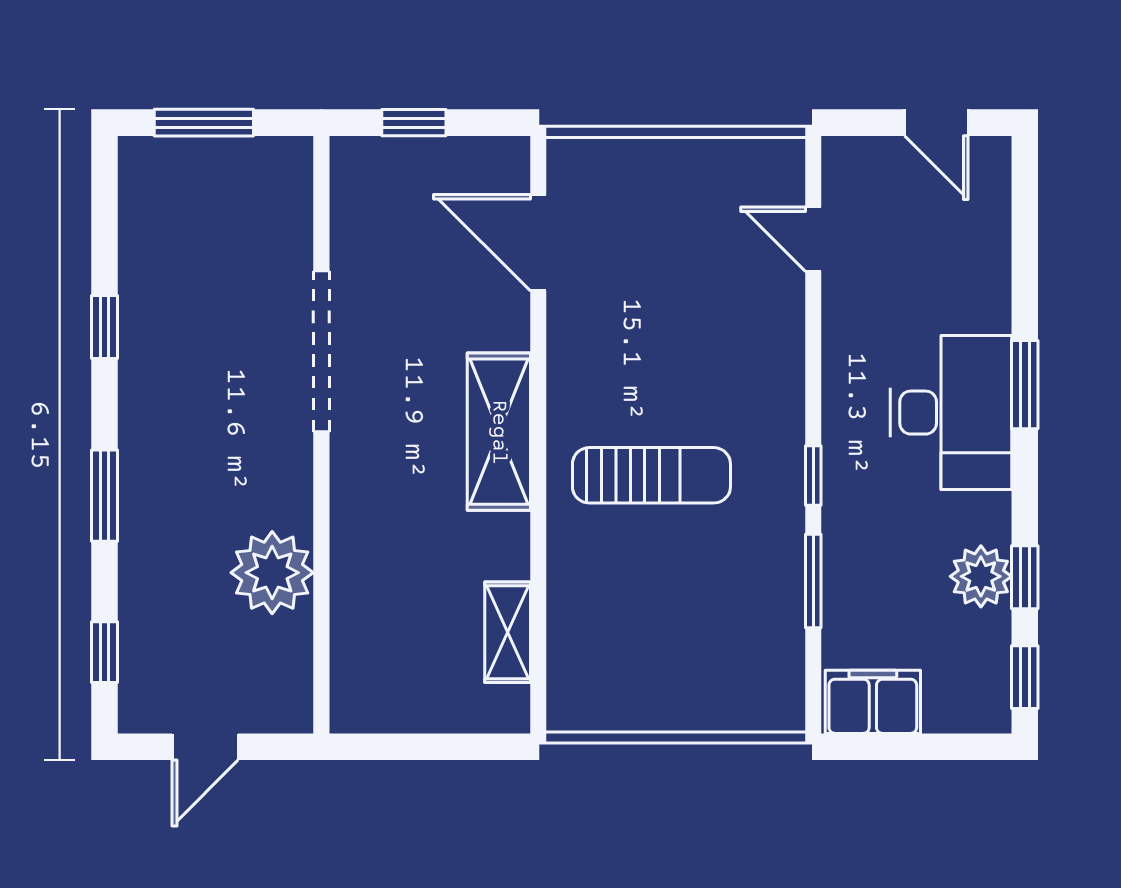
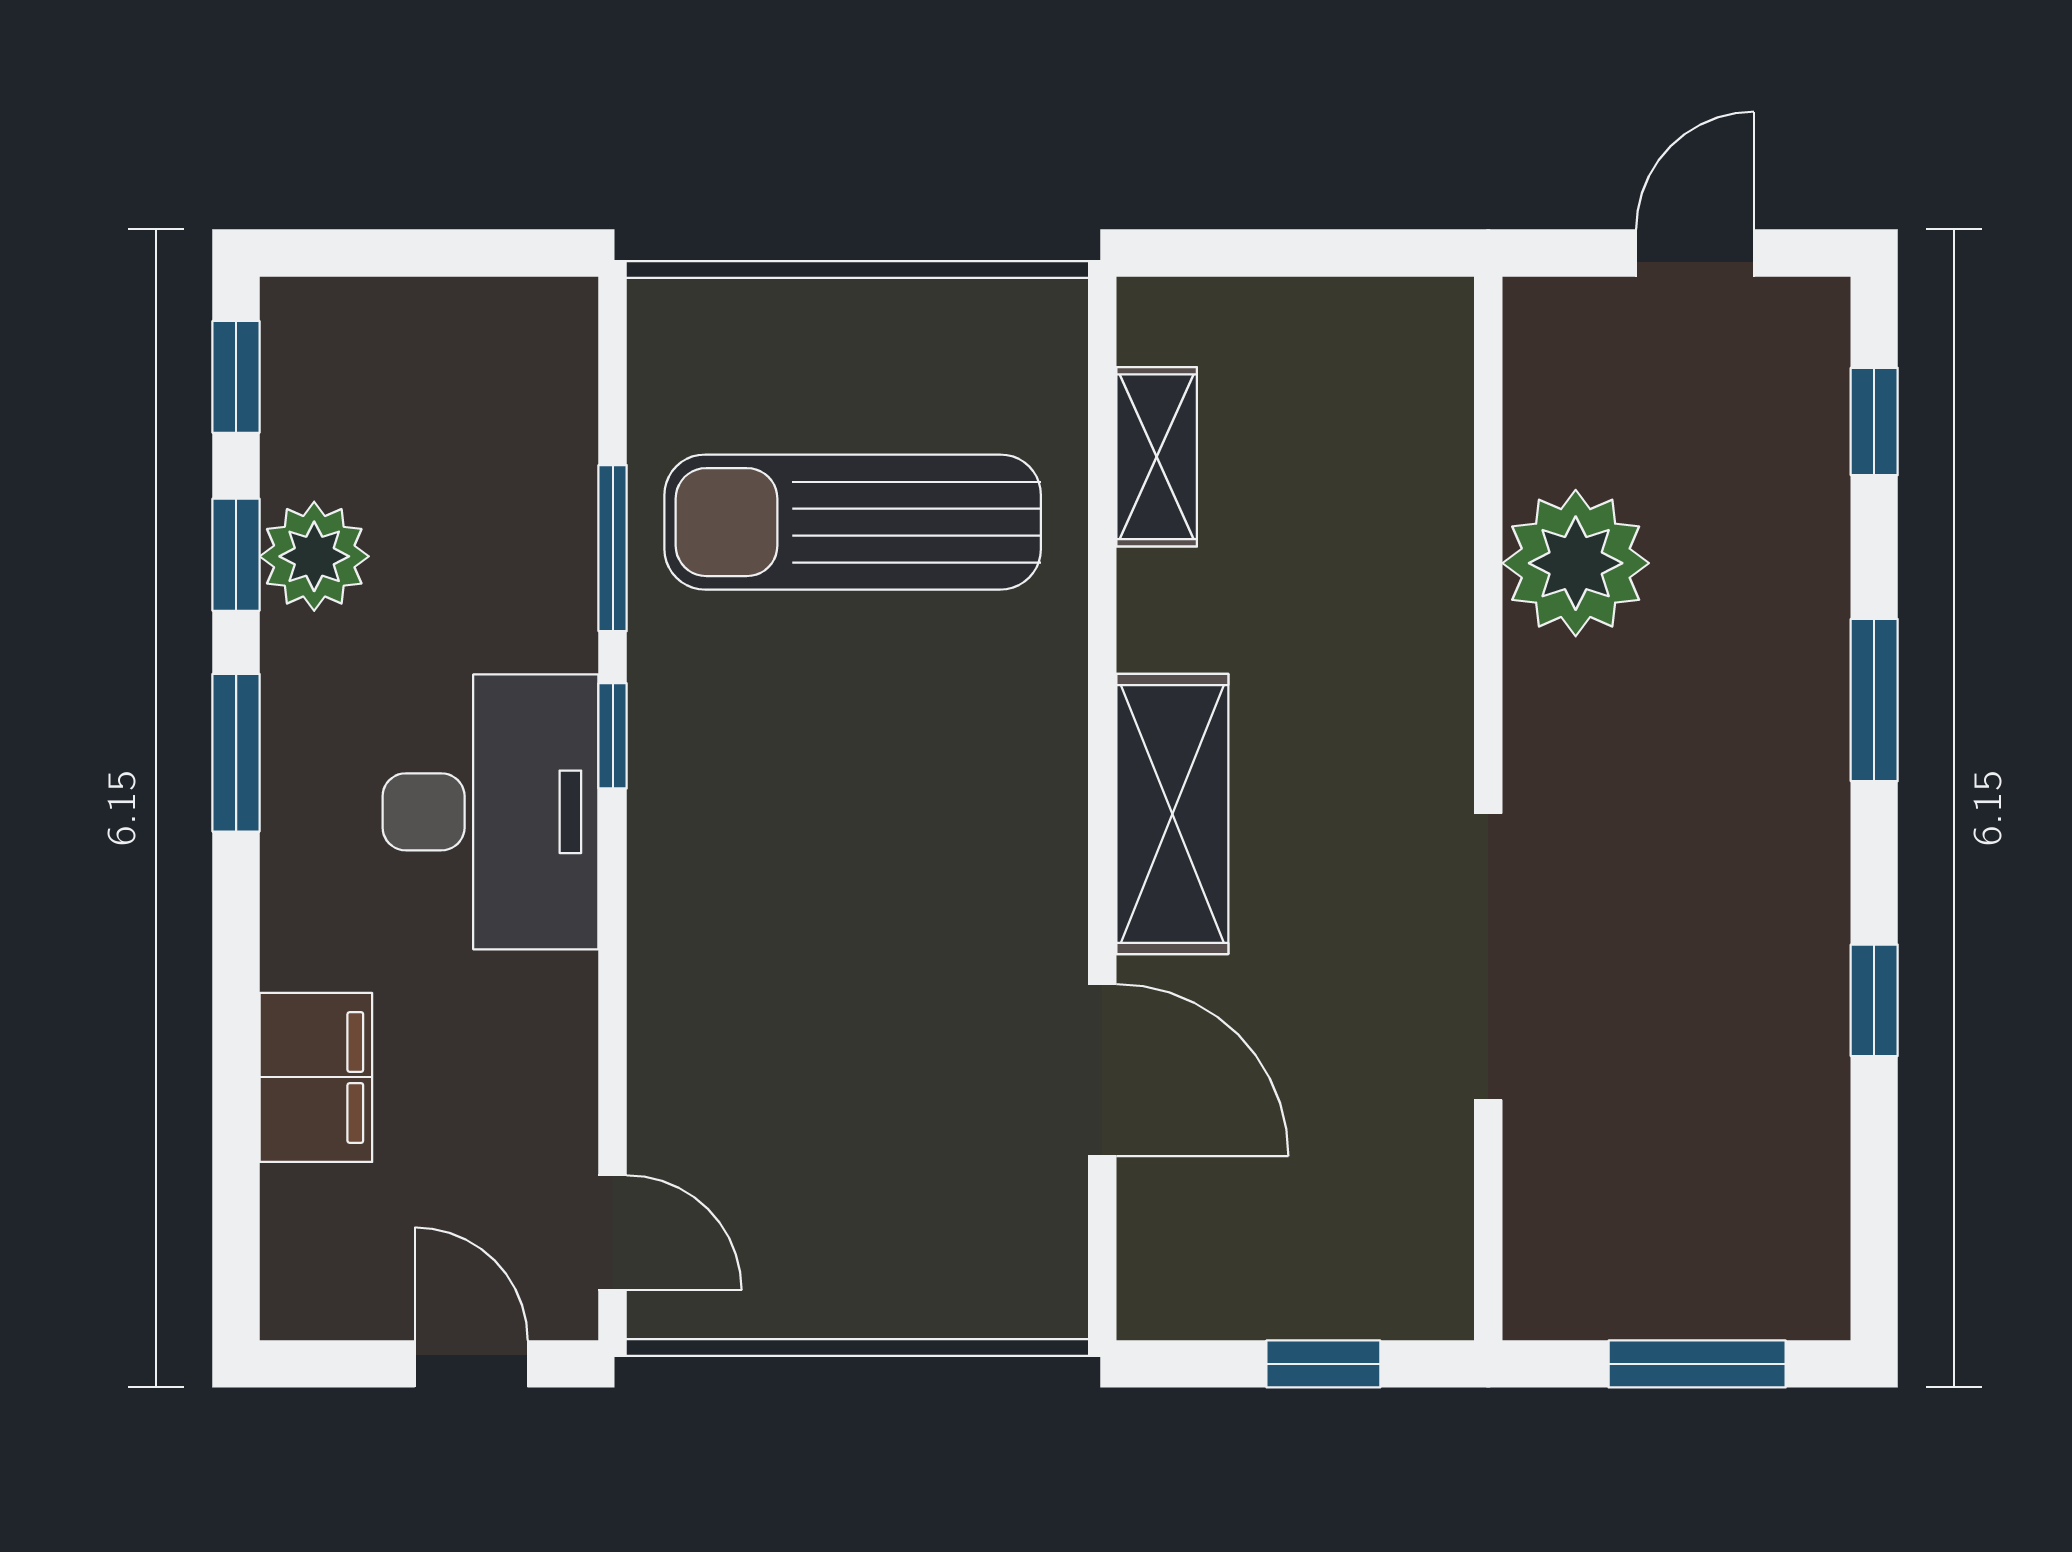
door: (936, 123) -> (471, 1364), moved
door: (813, 239) -> (613, 1233), moved
door: (538, 243) -> (1102, 1070), moved
window: (1025, 385) -> (236, 753), moved
desk: (951, 413) -> (490, 812), moved, turned 180
sun lounger: (651, 475) -> (853, 522), moved, width x1.36, depth x1.34
filing cabinet: (873, 702) -> (316, 1077), moved, turned -90

